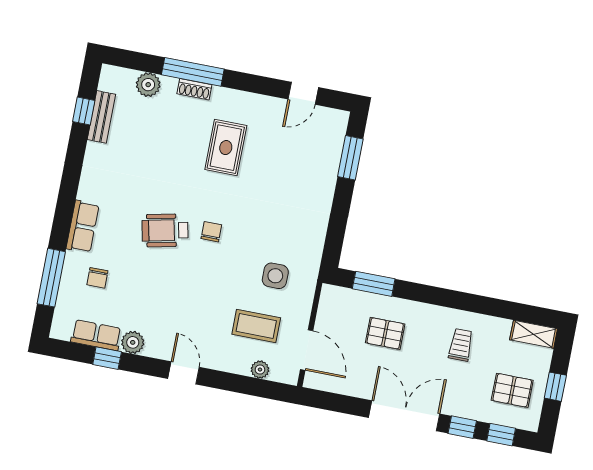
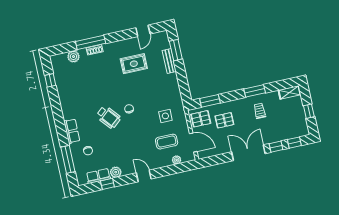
bench: (101, 117) -> (169, 61), moved
rug: (226, 148) -> (134, 64), moved, turned 90
wheelchair: (165, 230) -> (109, 117), turned -118
window: (468, 302) -> (255, 91), added
pallet: (512, 390) -> (201, 119), moved

